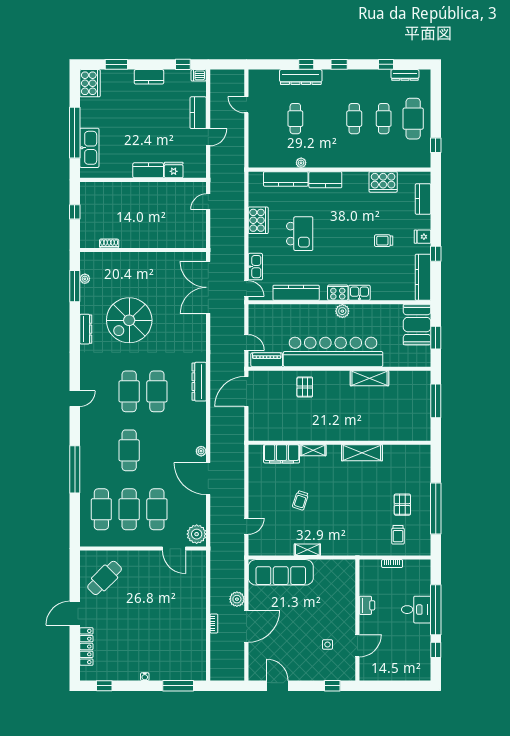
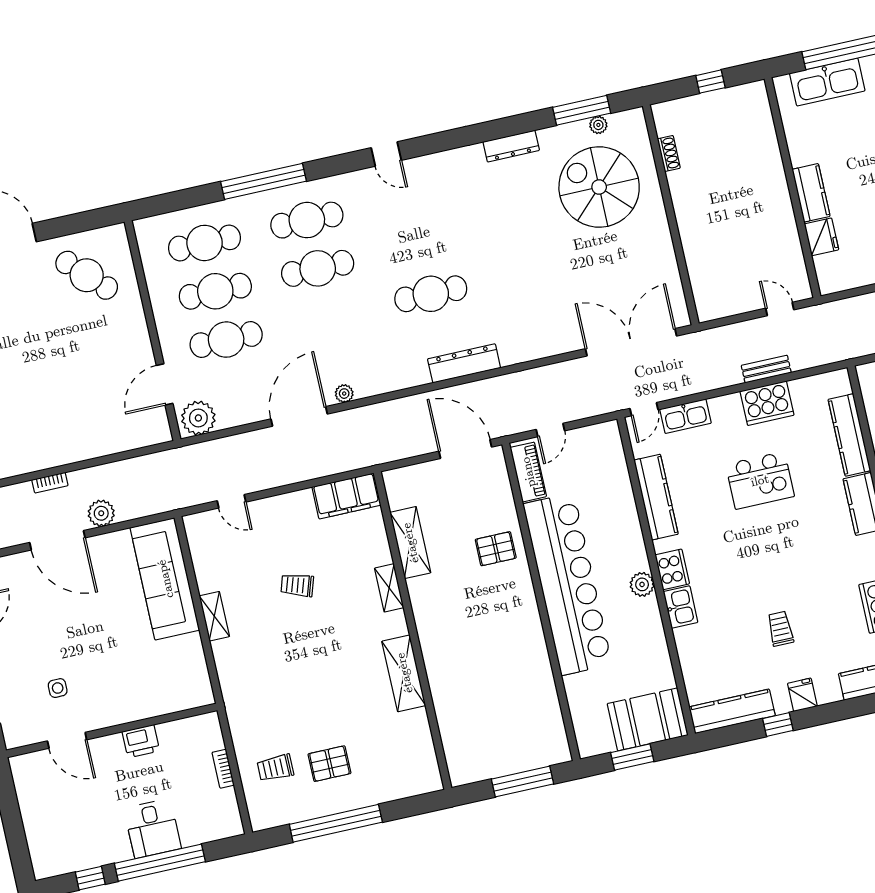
bench: (239, 217) -> (766, 369), added
spiral stairs: (129, 320) -> (599, 187), moved
shelving: (369, 378) -> (410, 543), moved
cafe table: (129, 391) -> (307, 220), moved
filing cabinet: (282, 454) -> (346, 496), moved, turned -90

